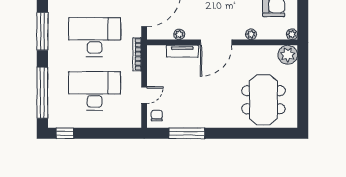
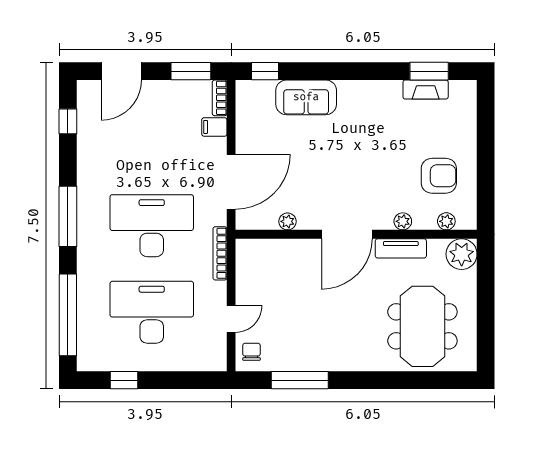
plant: (292, 34) -> (446, 221), moved
tv unit: (182, 51) -> (401, 248), moved
window: (65, 133) -> (124, 380), moved

